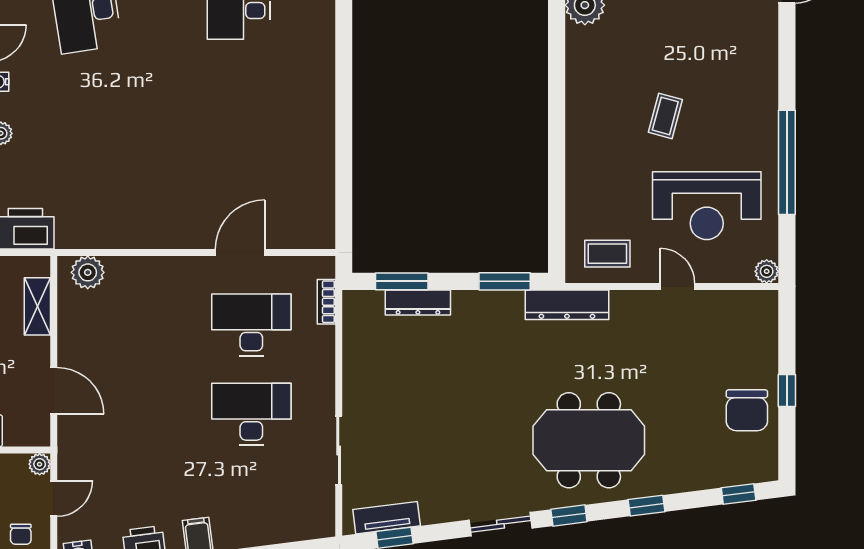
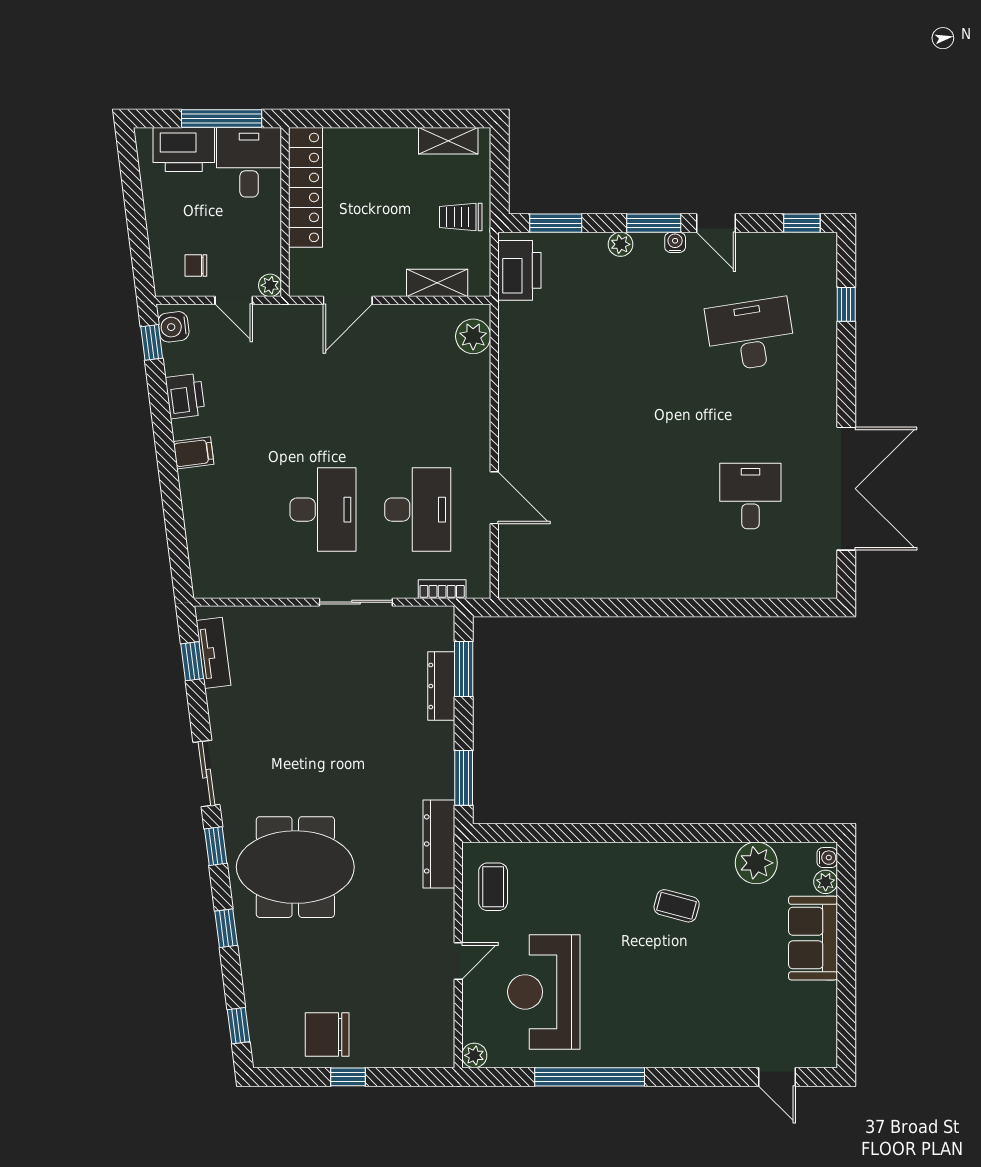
coffee table: (665, 116) -> (677, 906), moved
meeting table: (589, 440) -> (295, 867), turned 90
sliding door: (339, 451) -> (356, 602), moved

